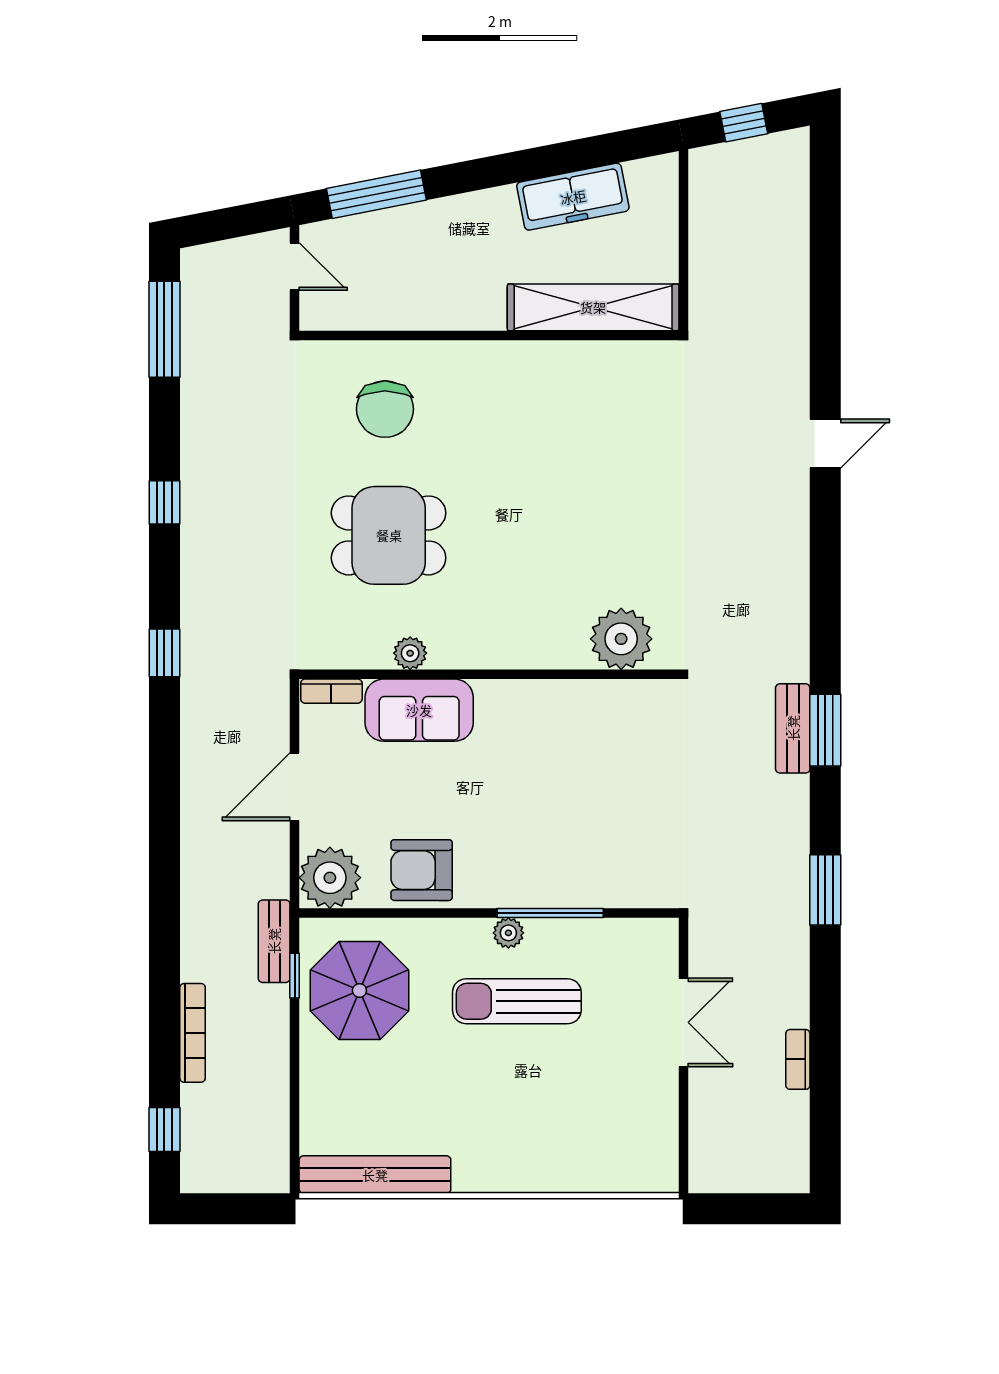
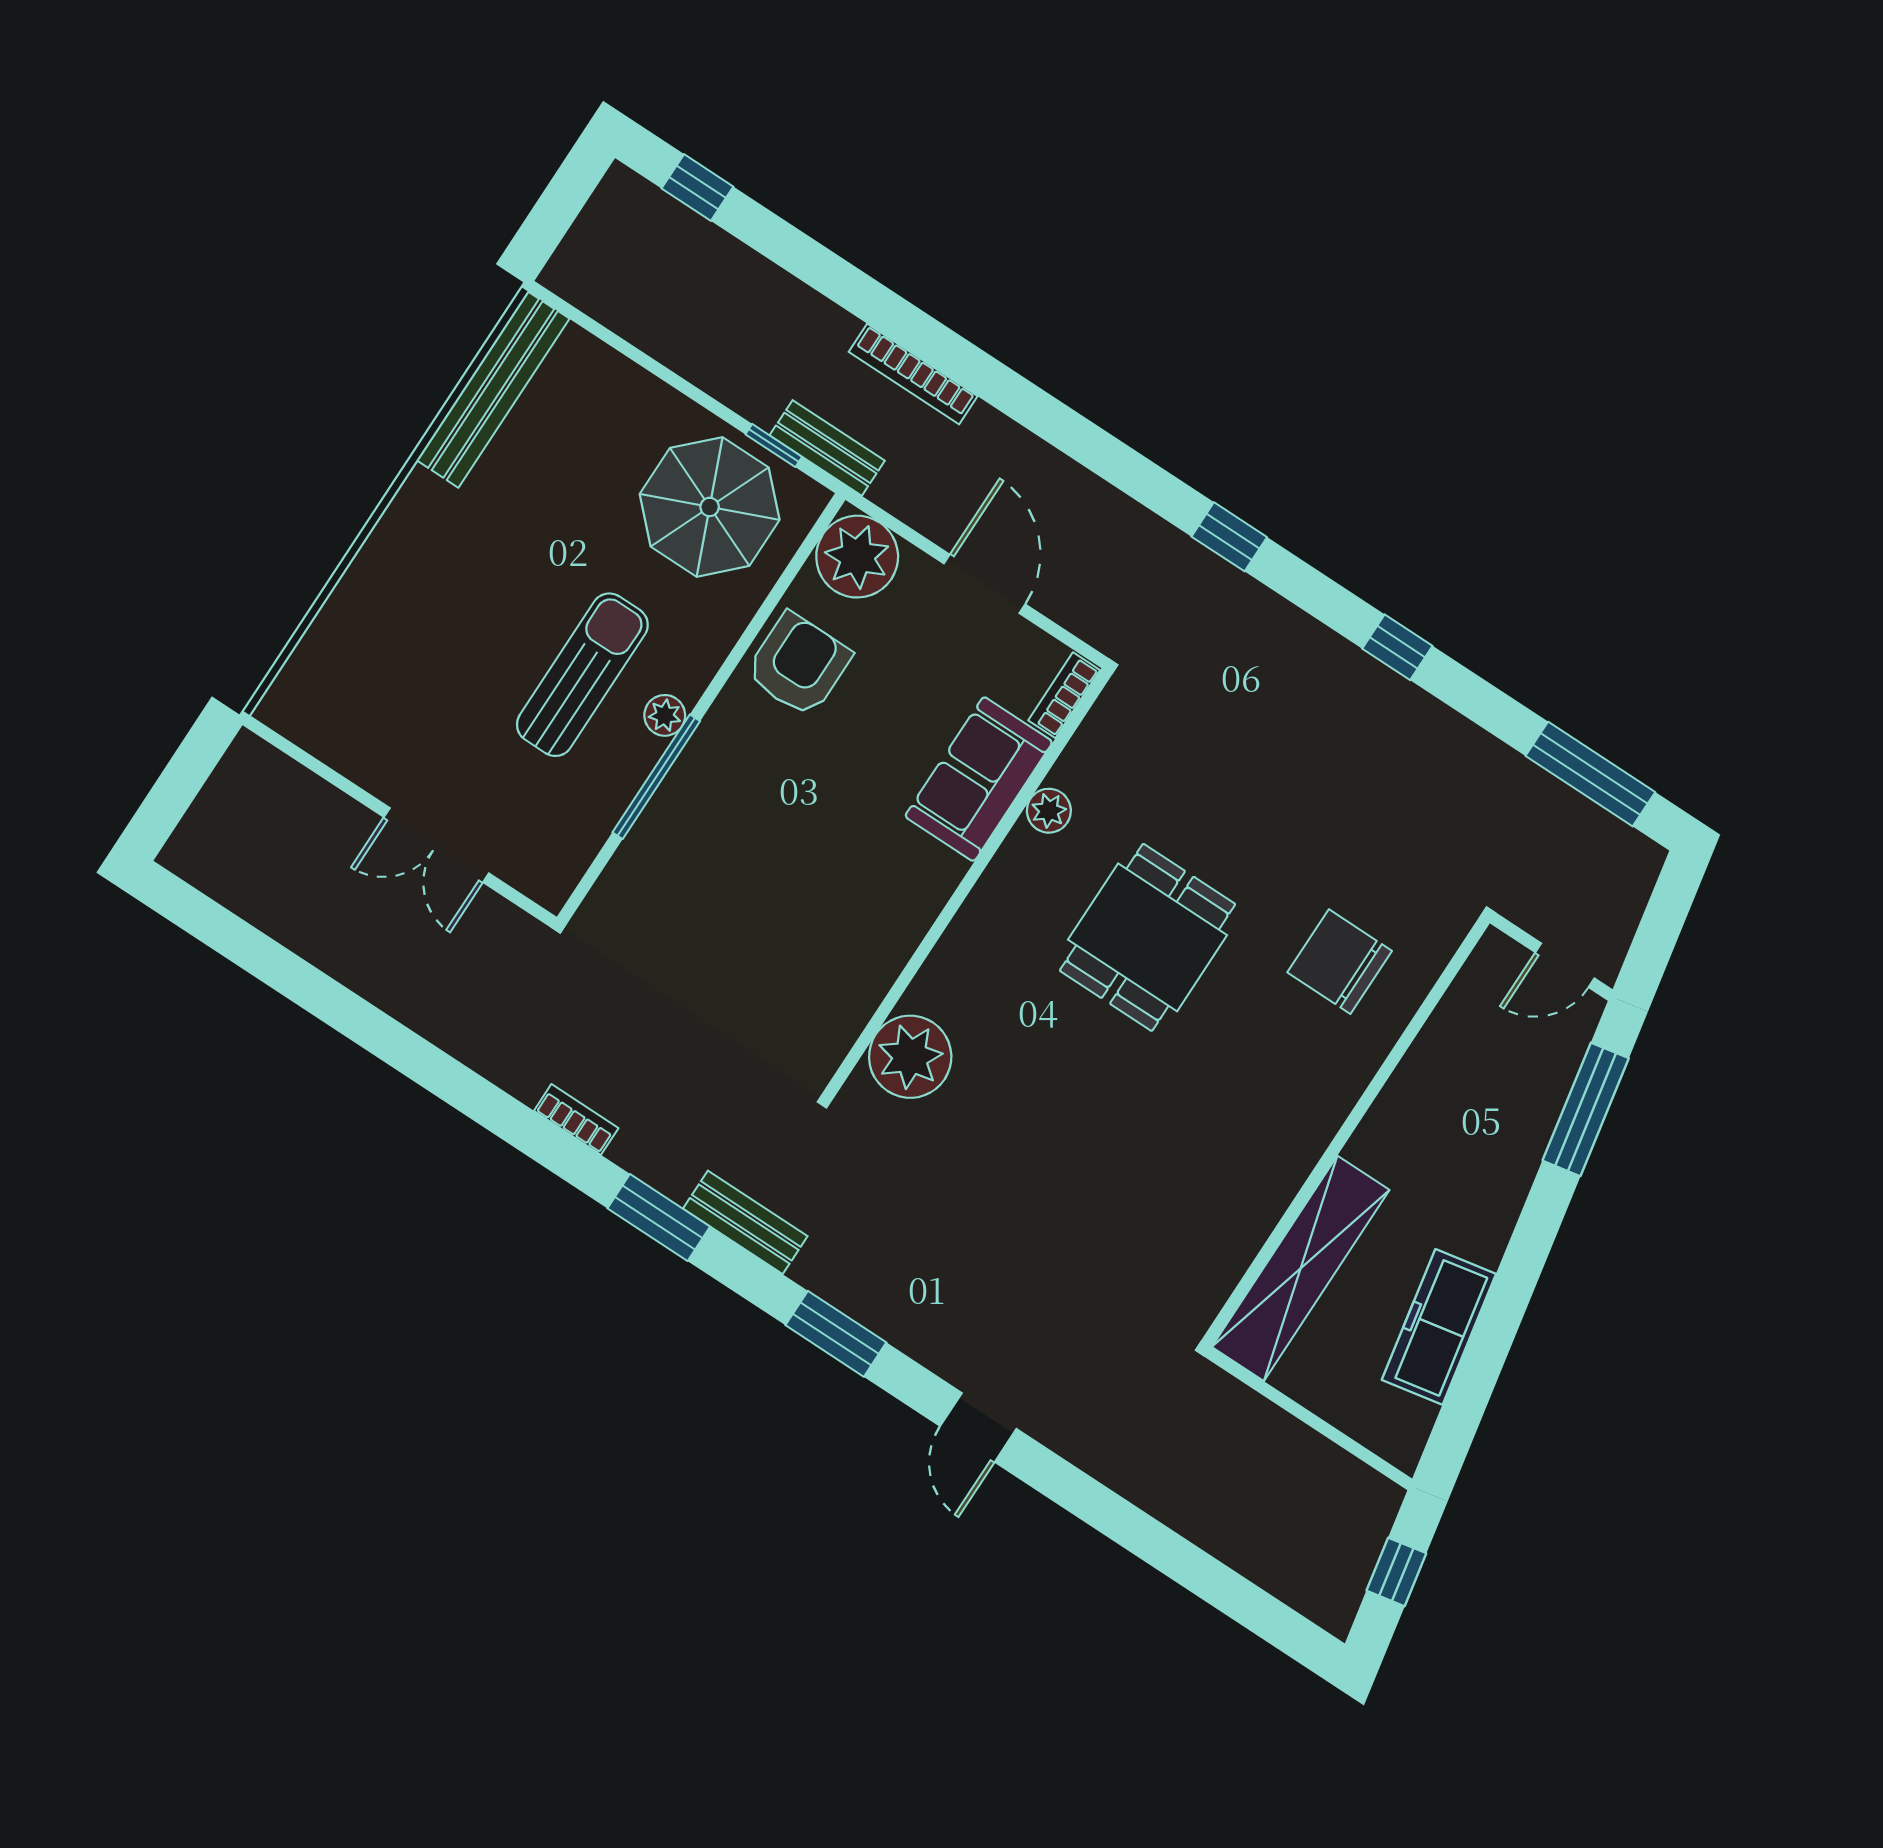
dining table: (389, 535) -> (1148, 937), moved
bench: (793, 728) -> (745, 1222), moved
window: (825, 890) -> (836, 1334), moved
bookcase: (193, 1033) -> (913, 374), moved
bookcase: (798, 1059) -> (576, 1119), moved

